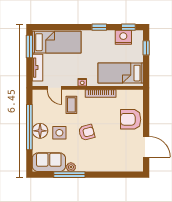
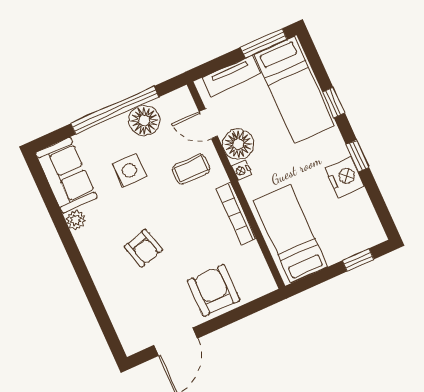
window: (128, 27) -> (334, 103), moved
nightstand: (123, 37) -> (345, 177), moved
floor lamp: (70, 78) -> (238, 144), added
door: (54, 88) -> (208, 124), hinge flipped
floor lamp: (40, 131) -> (144, 120), moved
armchair: (87, 132) -> (143, 248), moved
window: (69, 175) -> (60, 224), removed

